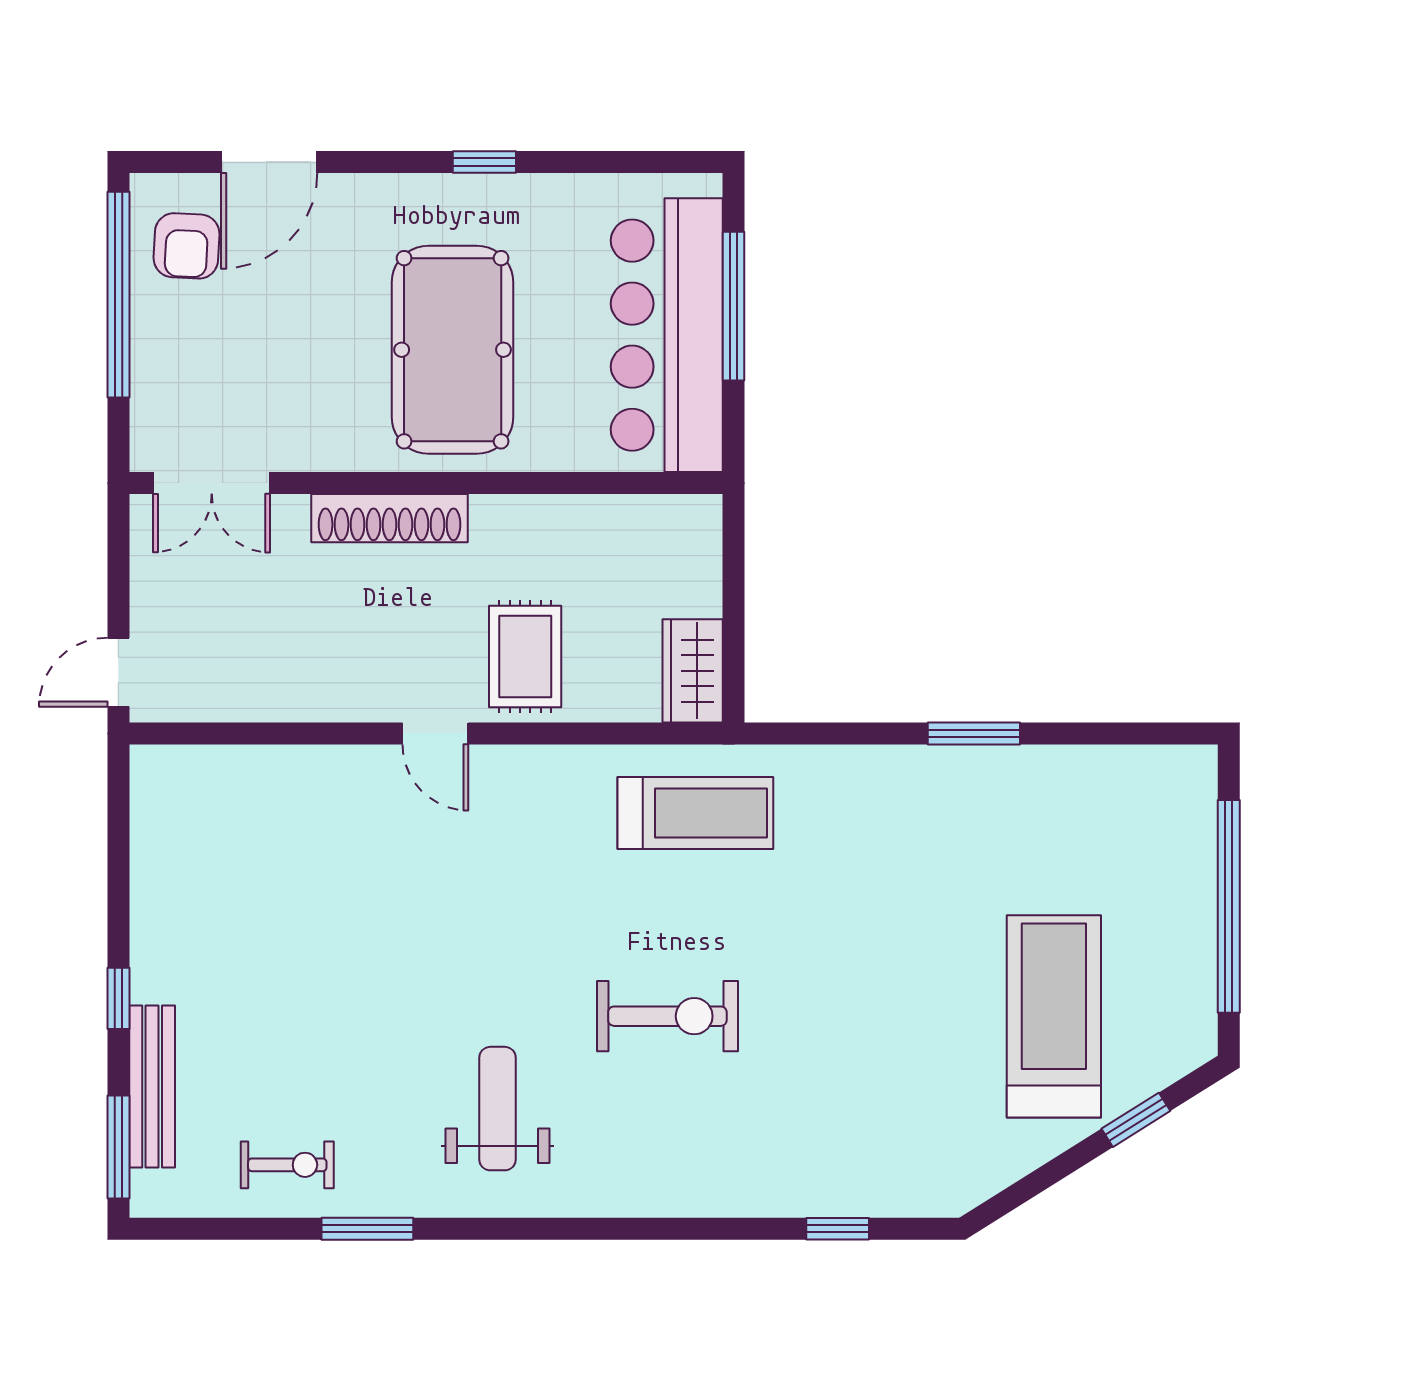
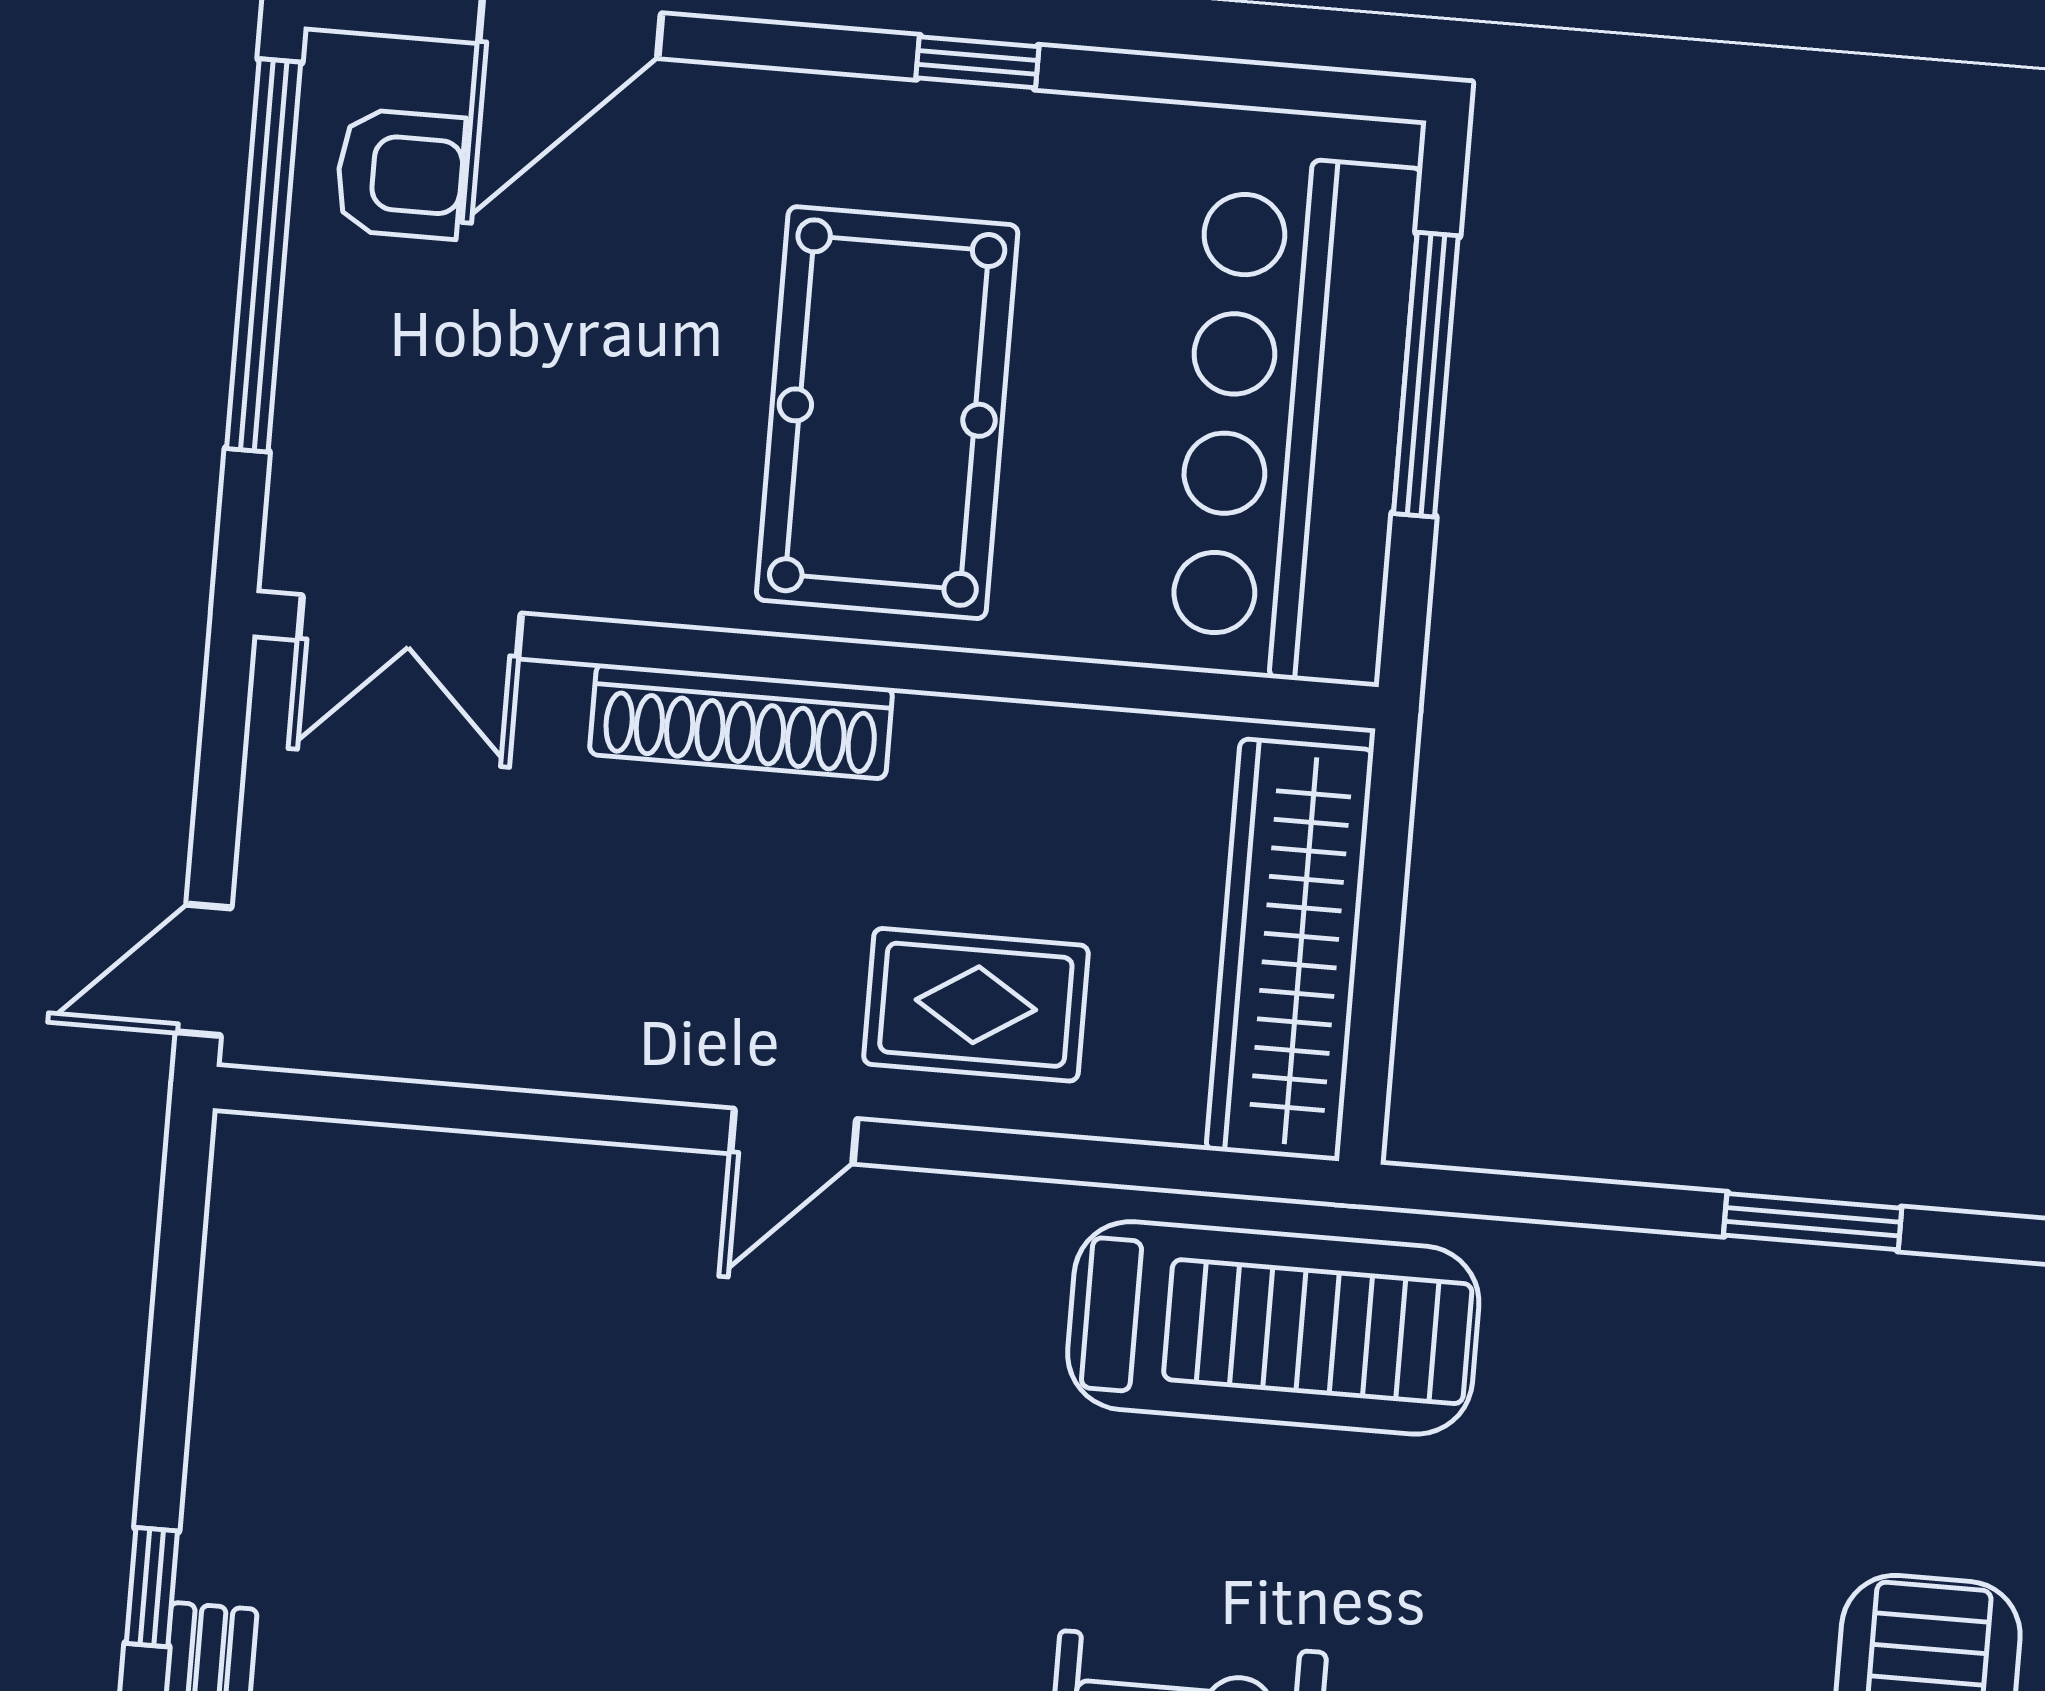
armchair: (186, 246) -> (400, 174), turned -93
rug: (525, 657) -> (976, 1005), turned 90
wardrobe: (693, 671) -> (1290, 950), width x2.10, depth x1.17
door: (435, 733) -> (794, 1136), hinge flipped
treadmill: (695, 813) -> (1273, 1328), width x1.37, depth x1.38

